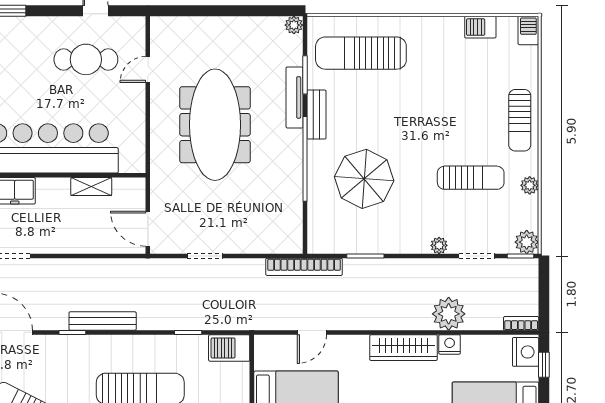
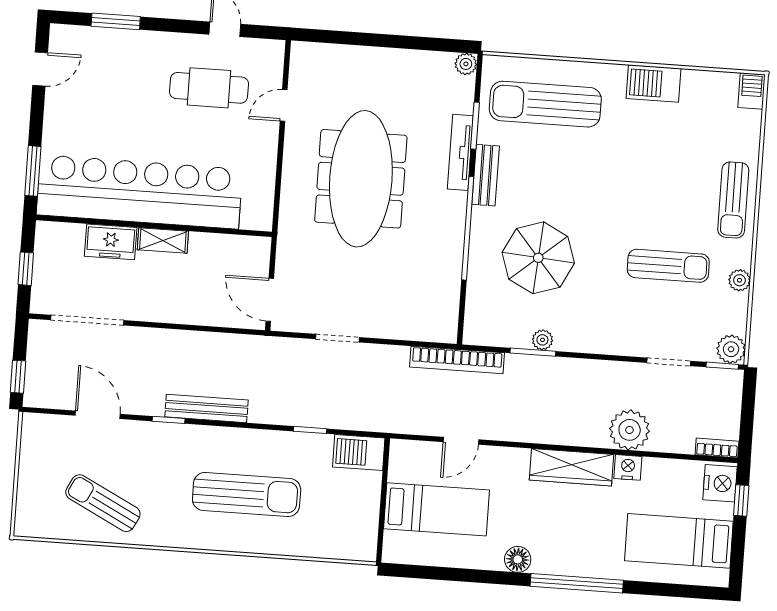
barbecue: (480, 27) -> (654, 84), moved, width x1.38, depth x1.27
shelving: (91, 187) -> (163, 240), moved
plant: (439, 245) -> (542, 340), moved

